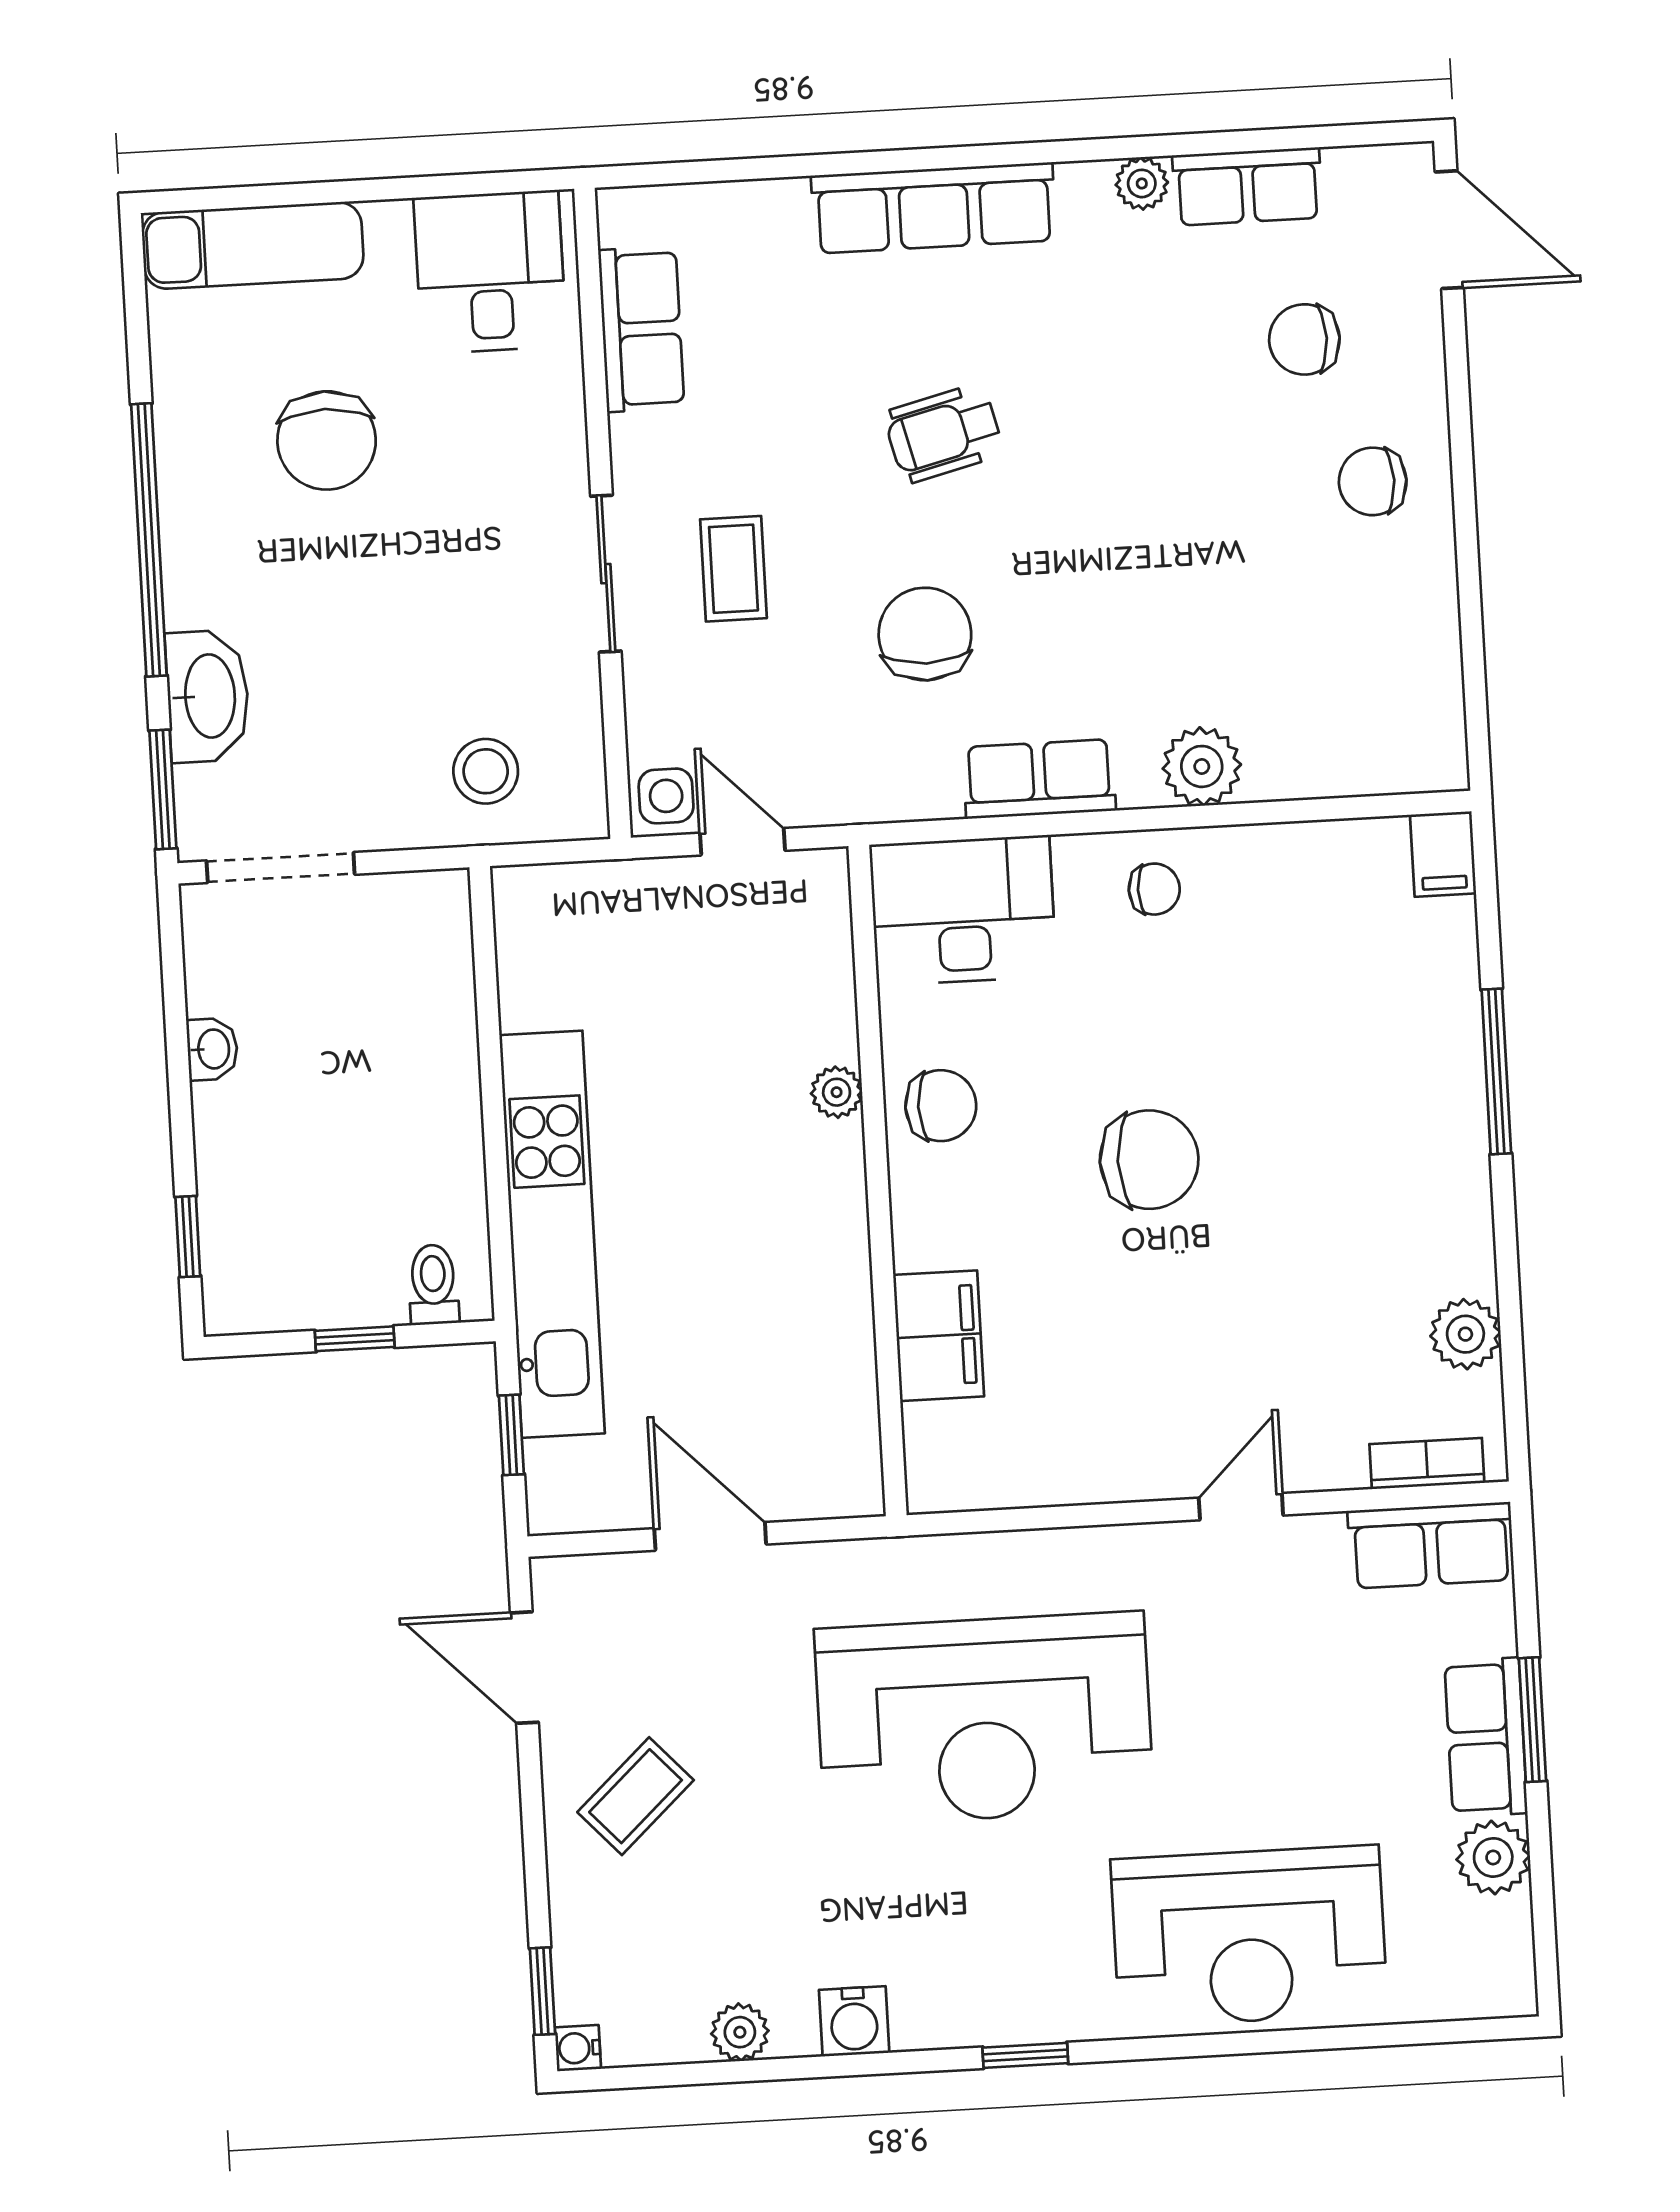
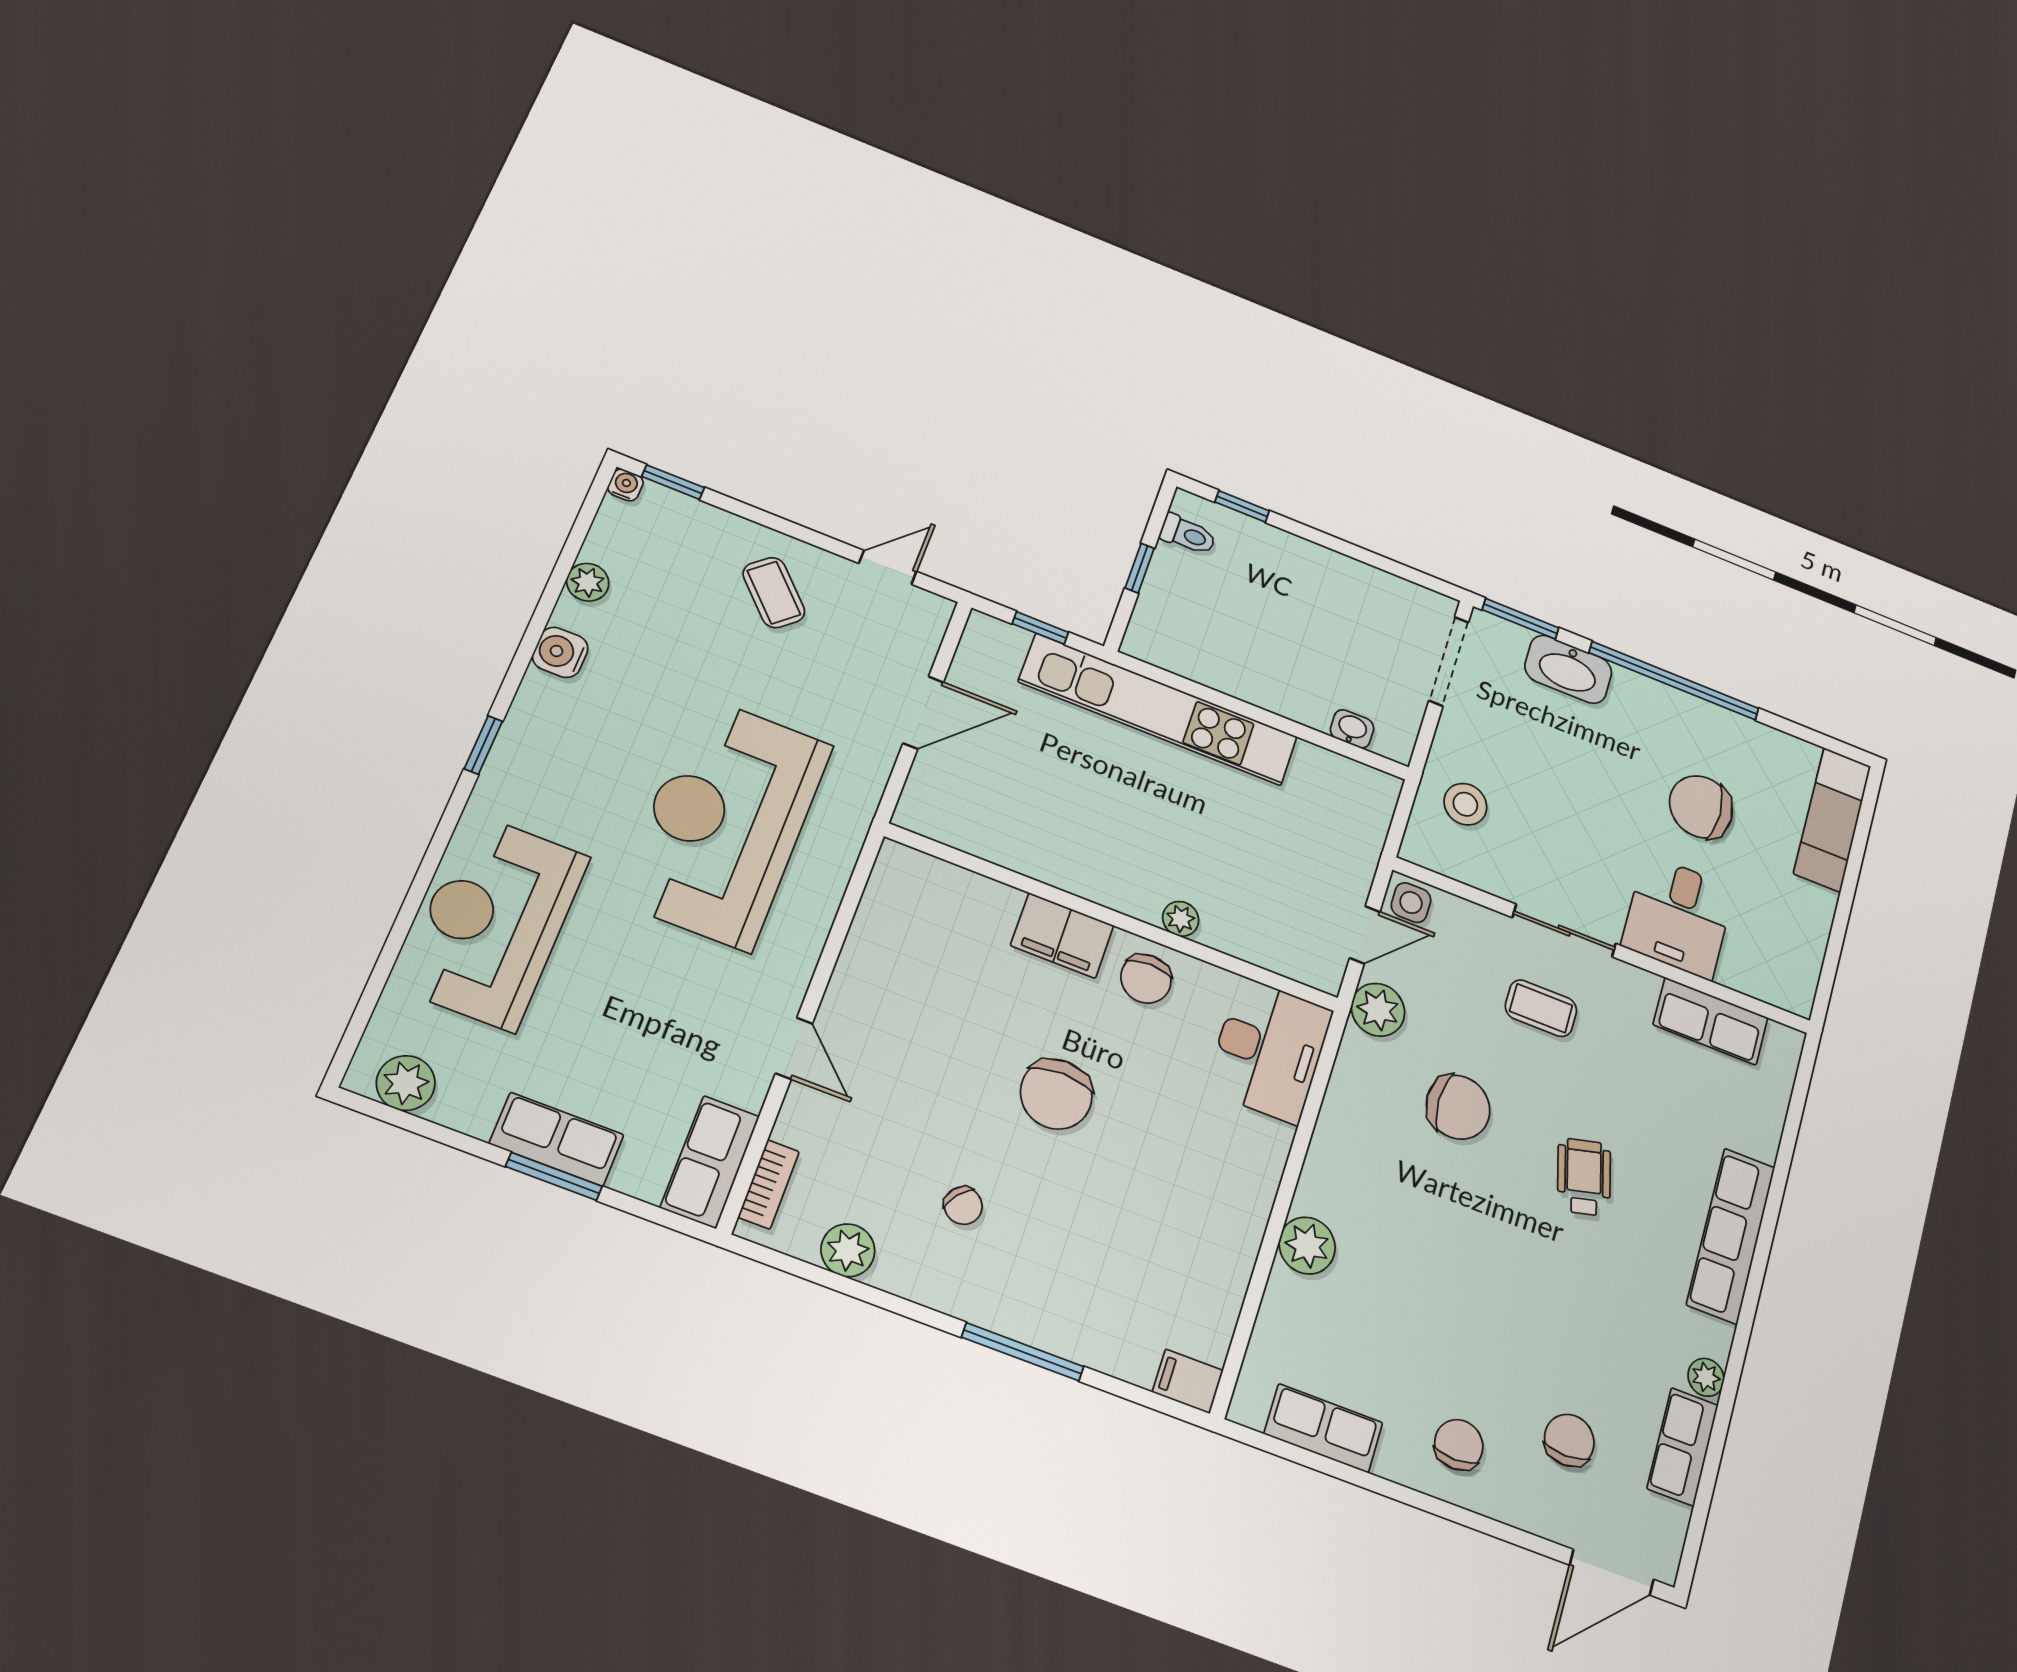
desk: (490, 272) -> (1678, 917), moved, turned 90
row of seats: (1039, 779) -> (1323, 1428), moved, turned -90
plant: (840, 787) -> (1378, 1010), added
chair: (1154, 889) -> (963, 1206), moved, turned -52
washbasin: (212, 1049) -> (1352, 729), moved, turned 180
toilet: (433, 1285) -> (1188, 535), moved
filing cabinet: (939, 1336) -> (1062, 935), moved
door: (524, 1668) -> (888, 567), width x0.73
plant: (1493, 1857) -> (406, 1083), moved

